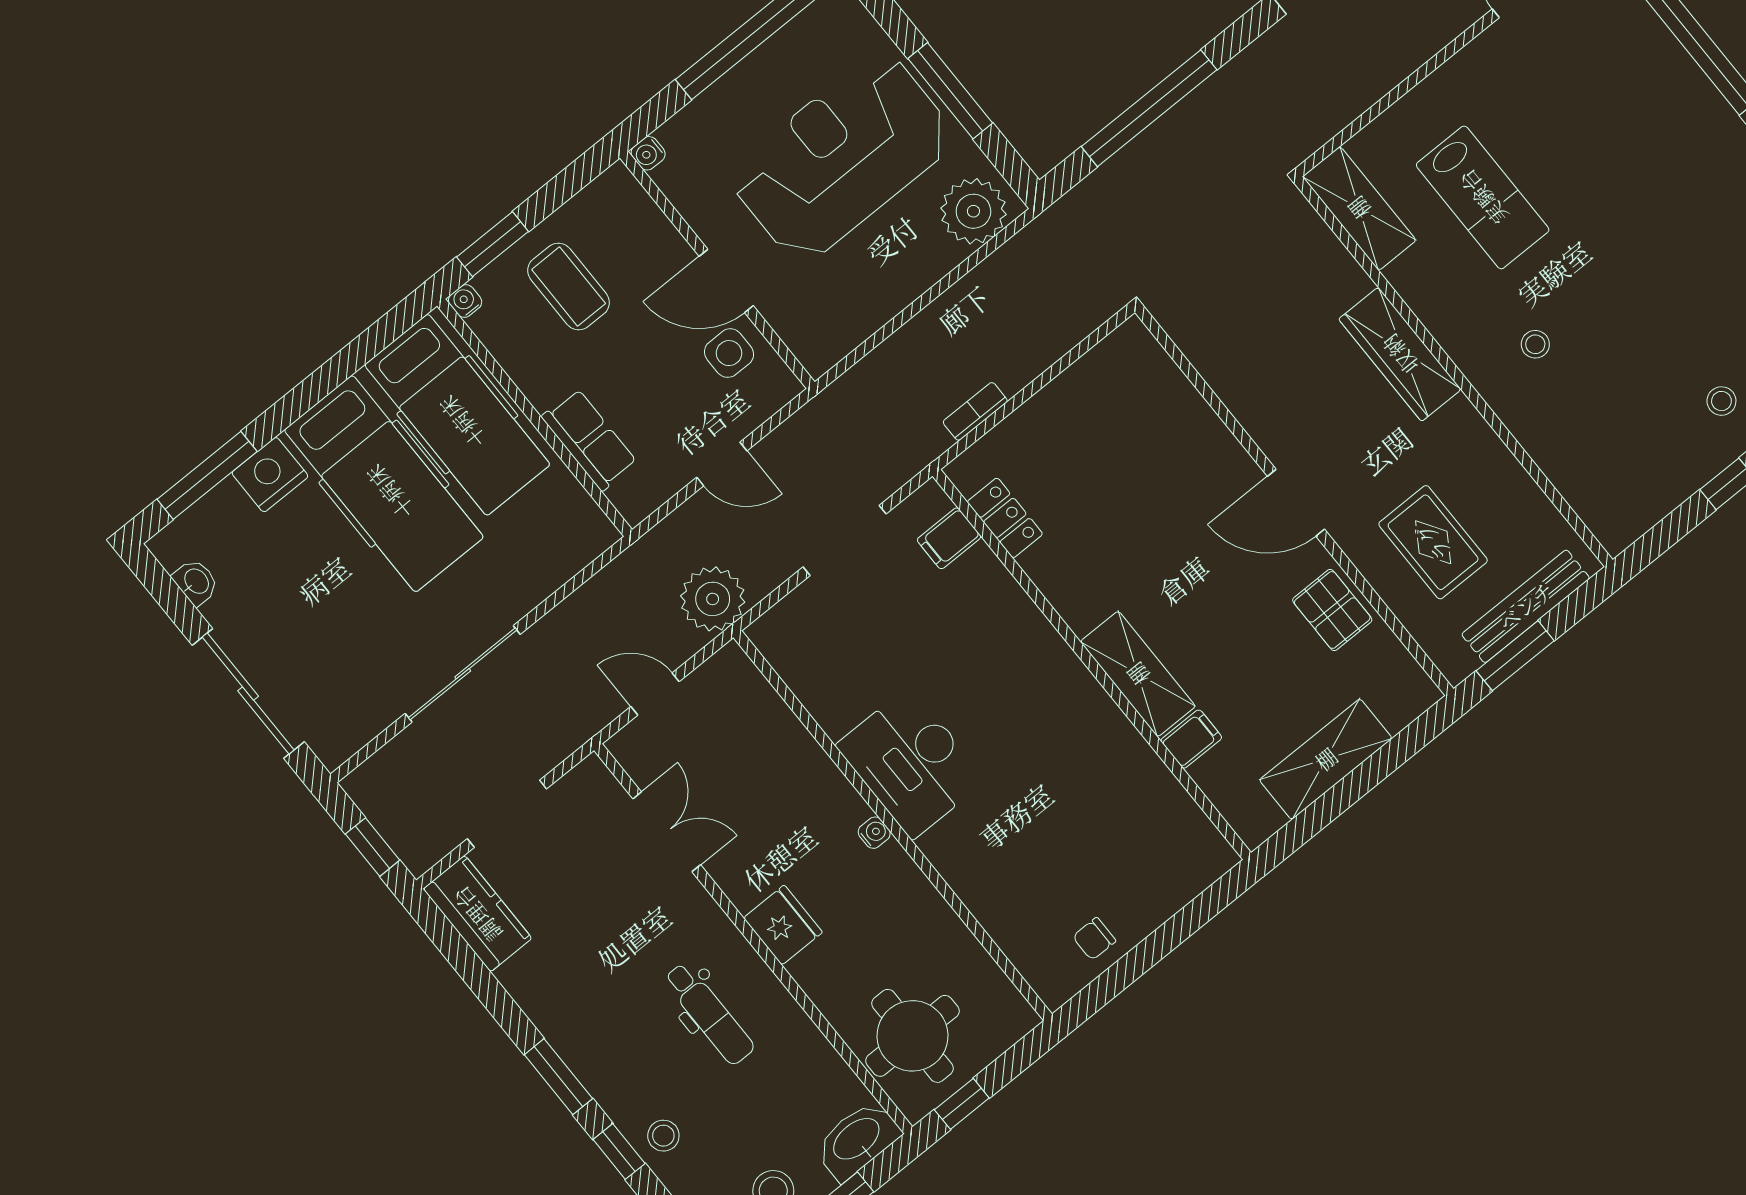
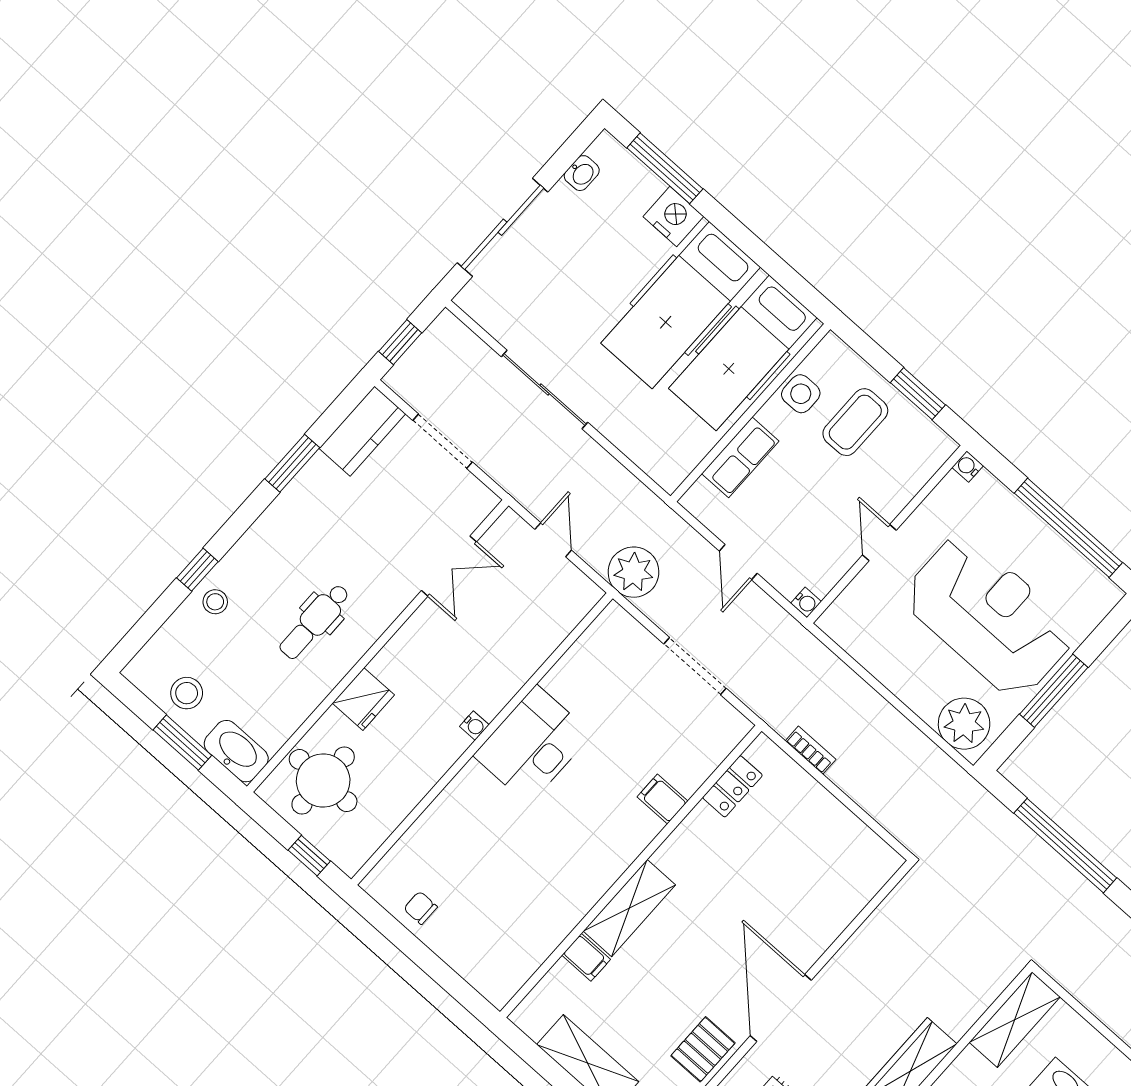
window: (493, 244) -> (918, 394), moved
door: (726, 281) -> (879, 543), width x0.73
water cooler: (465, 301) -> (806, 602), moved, turned 90
side table: (729, 353) -> (801, 394), moved
door: (1296, 503) -> (781, 1008), width x1.36
filing cabinet: (949, 538) -> (663, 799), moved
fridge: (783, 925) -> (363, 699), moved
window: (558, 1077) -> (292, 463), moved
window: (962, 1104) -> (309, 856), moved

